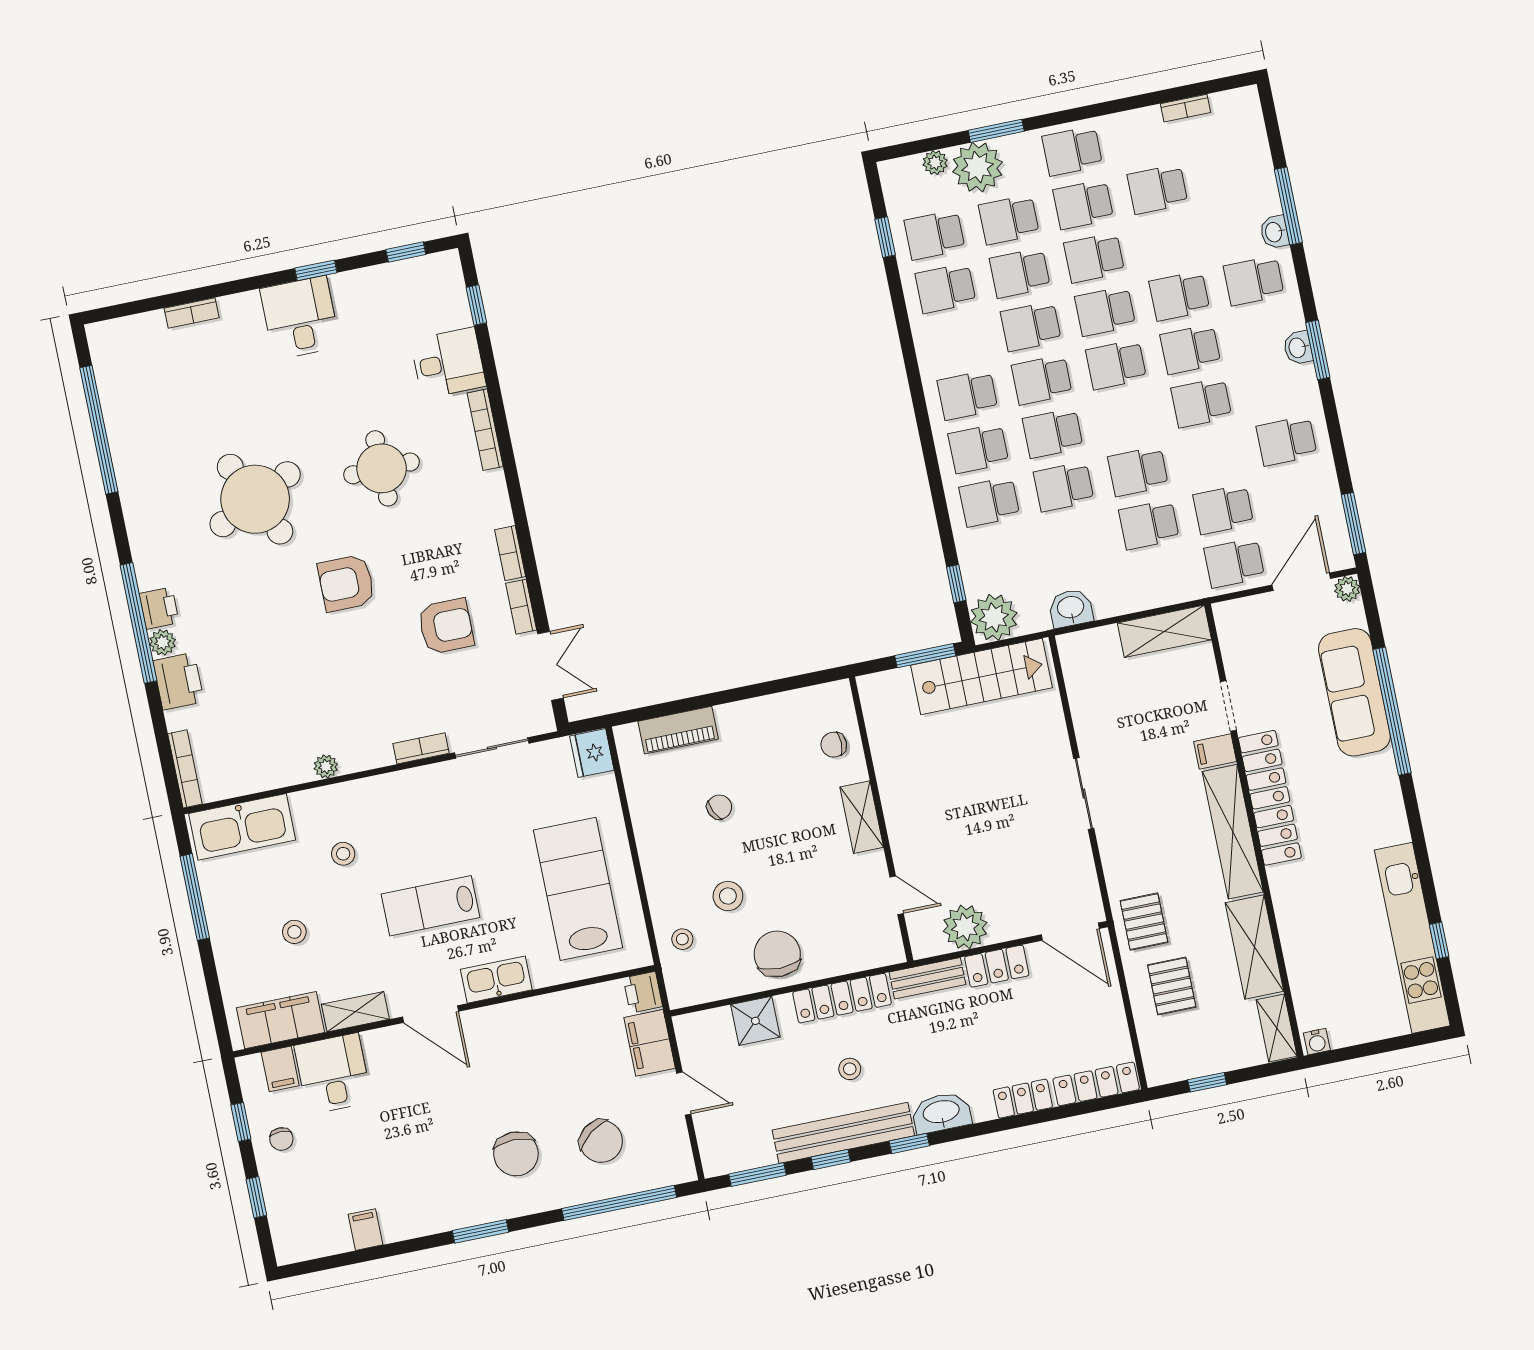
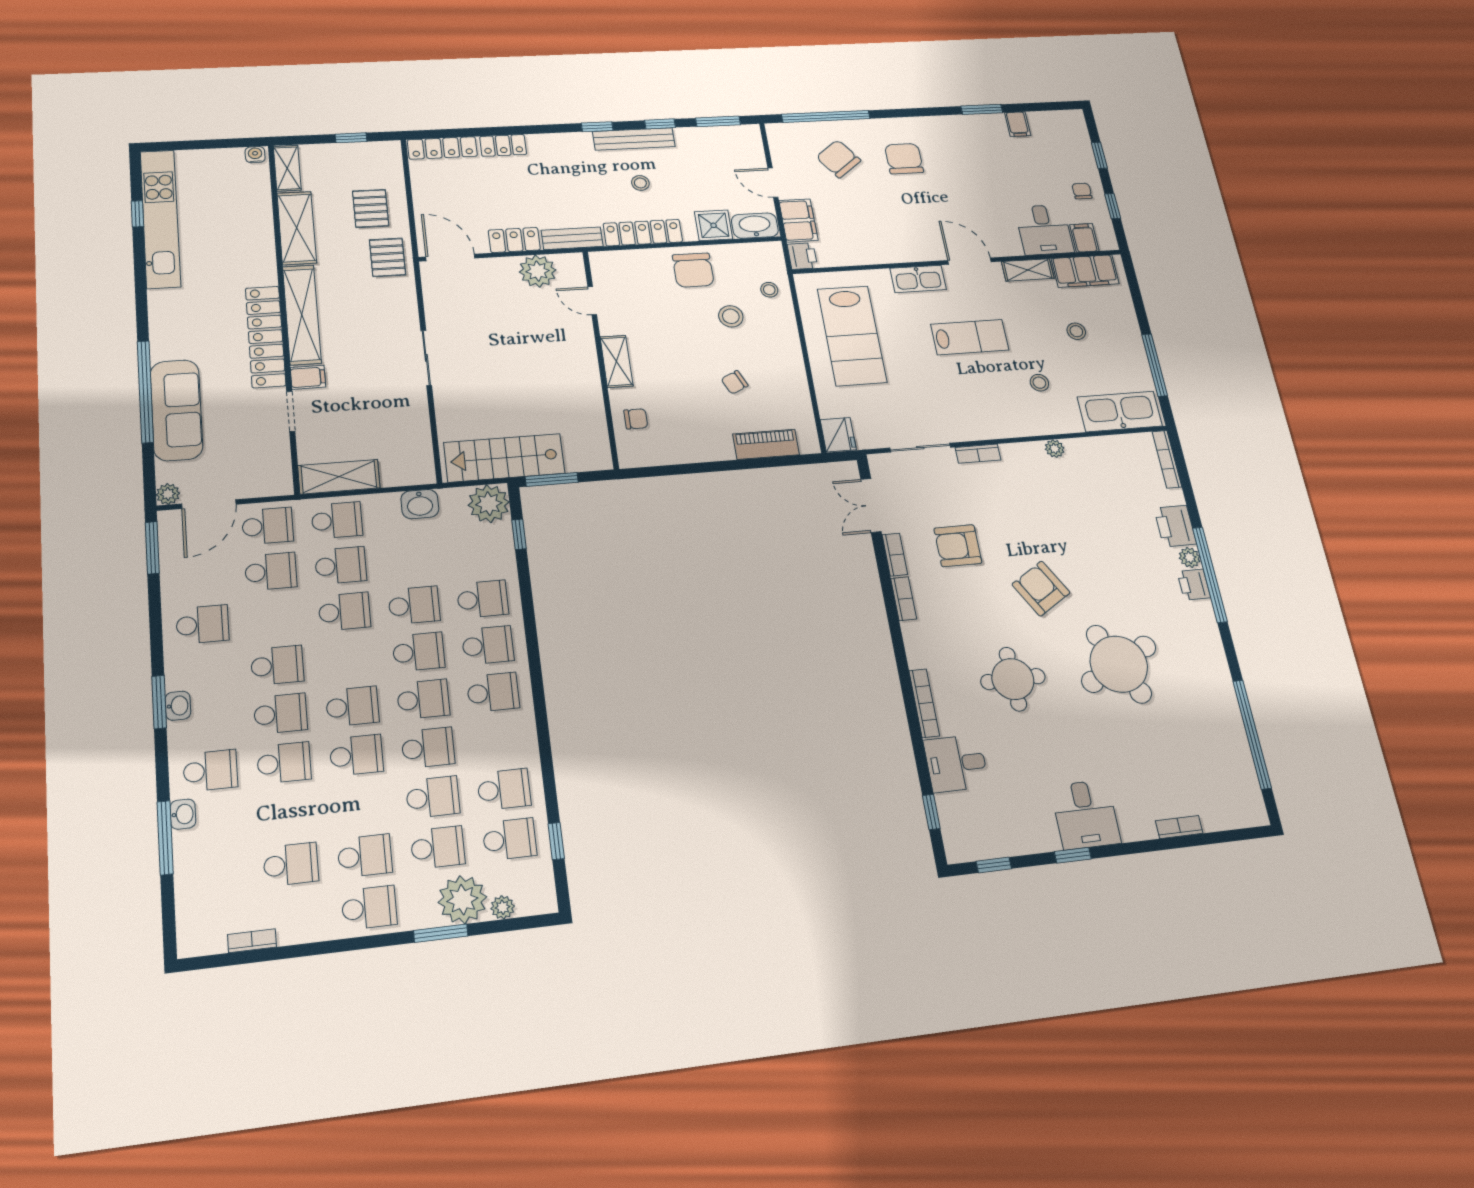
school desk: (1094, 258) -> (337, 520), moved
armchair: (346, 583) -> (1041, 589), turned -121
washbasin: (941, 1113) -> (755, 226), moved, turned 180
bench: (843, 1133) -> (634, 139), width x0.73, depth x0.82
window: (481, 1231) -> (982, 109), moved

